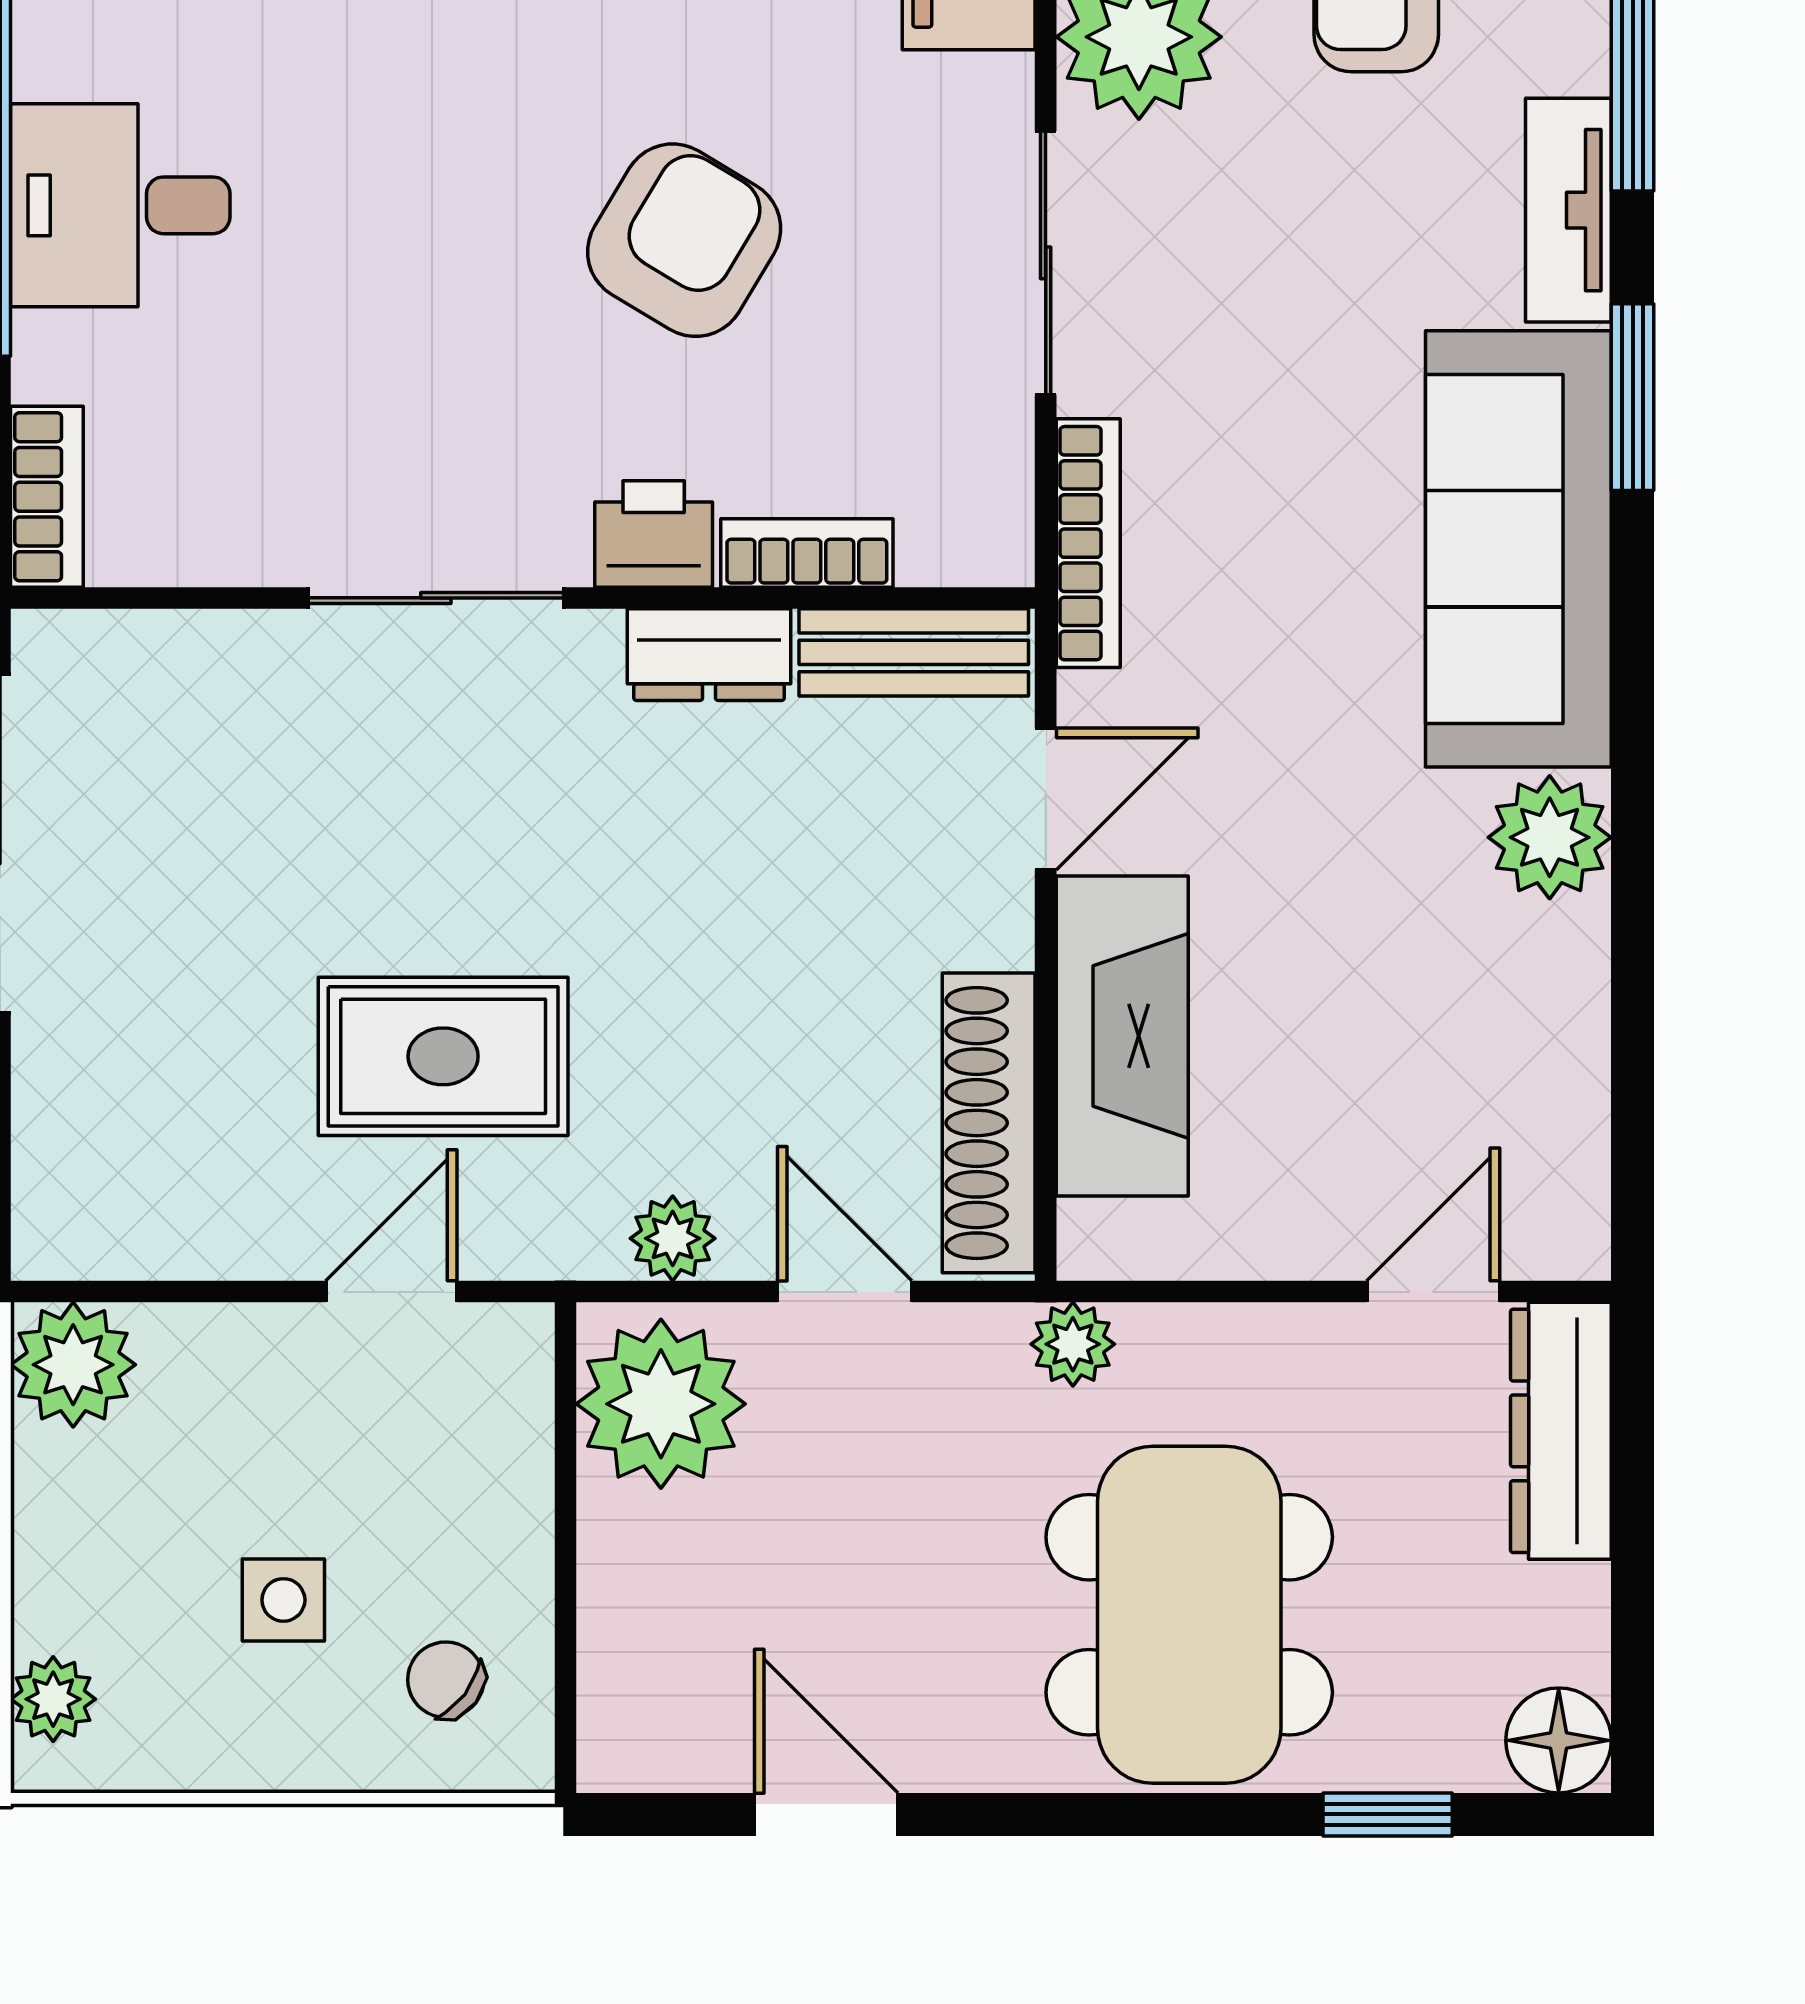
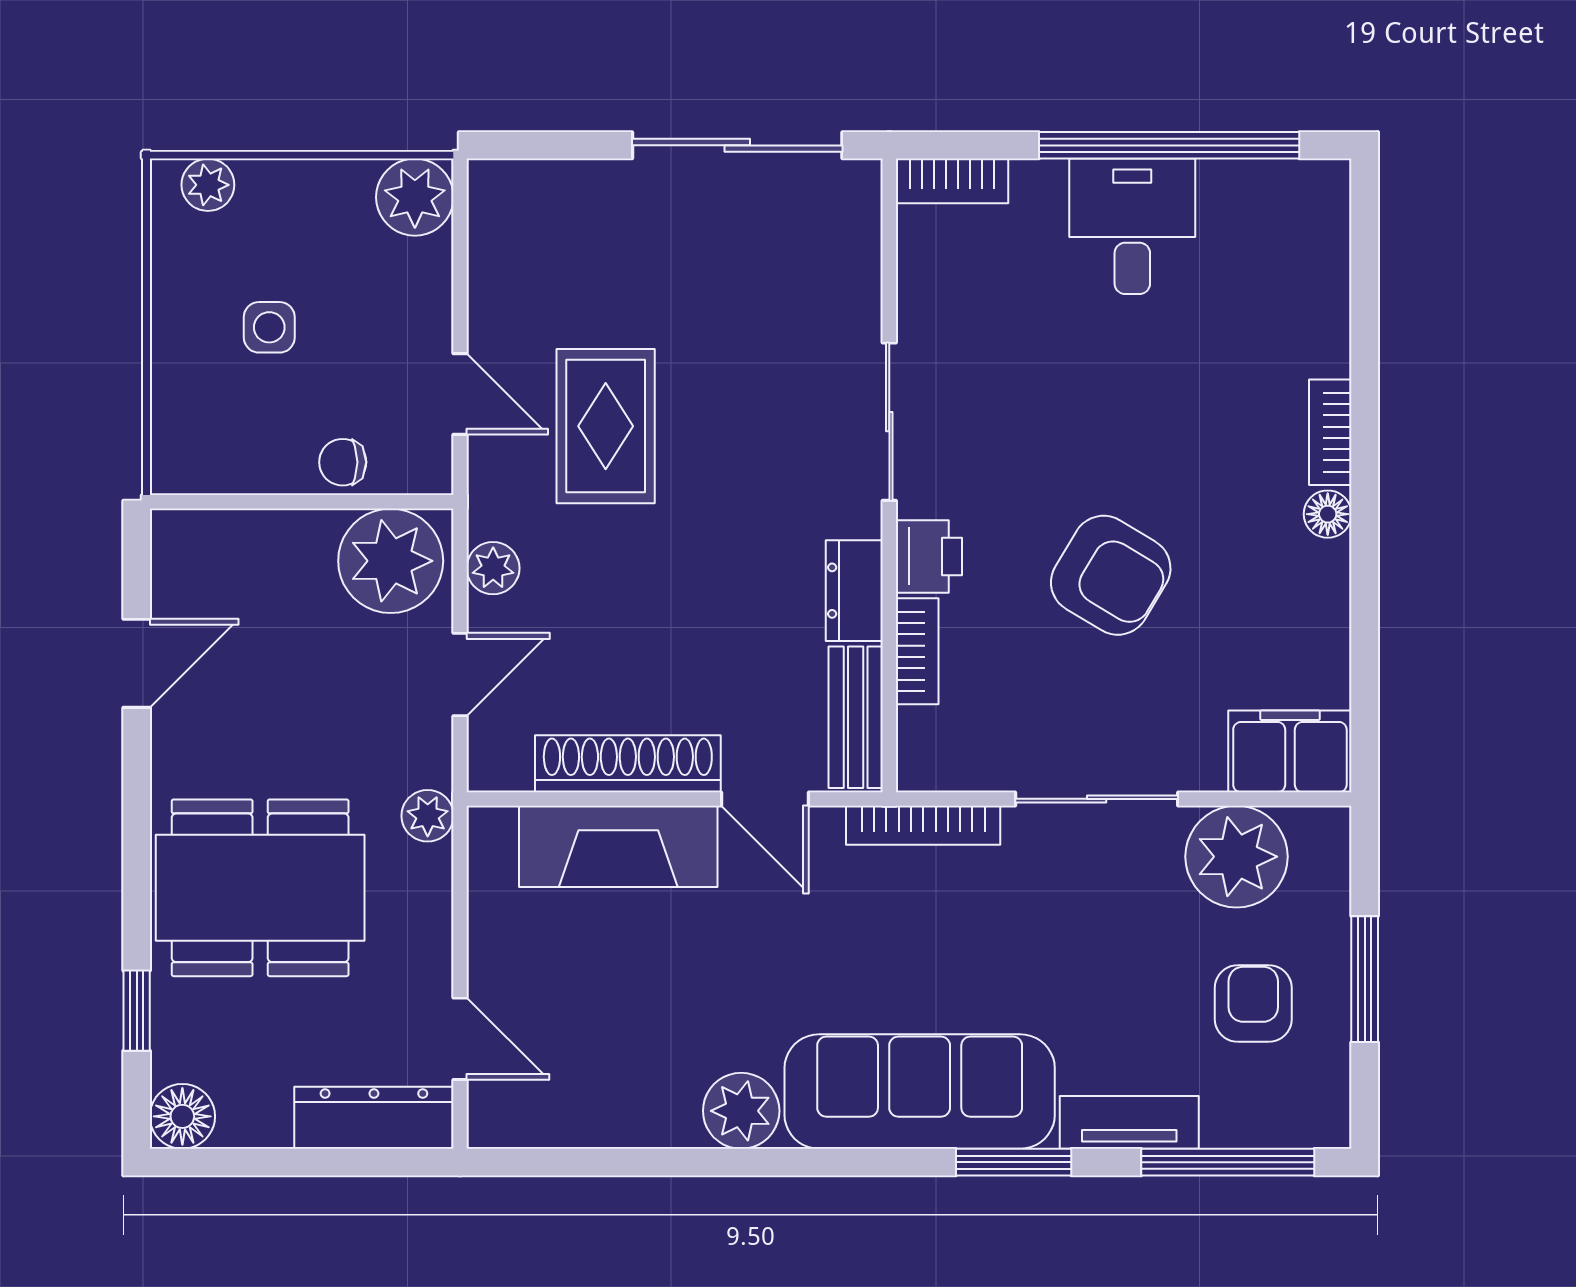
shoe rack: (989, 1123) -> (628, 764), moved
chair: (446, 1680) -> (343, 462), moved, turned -127

